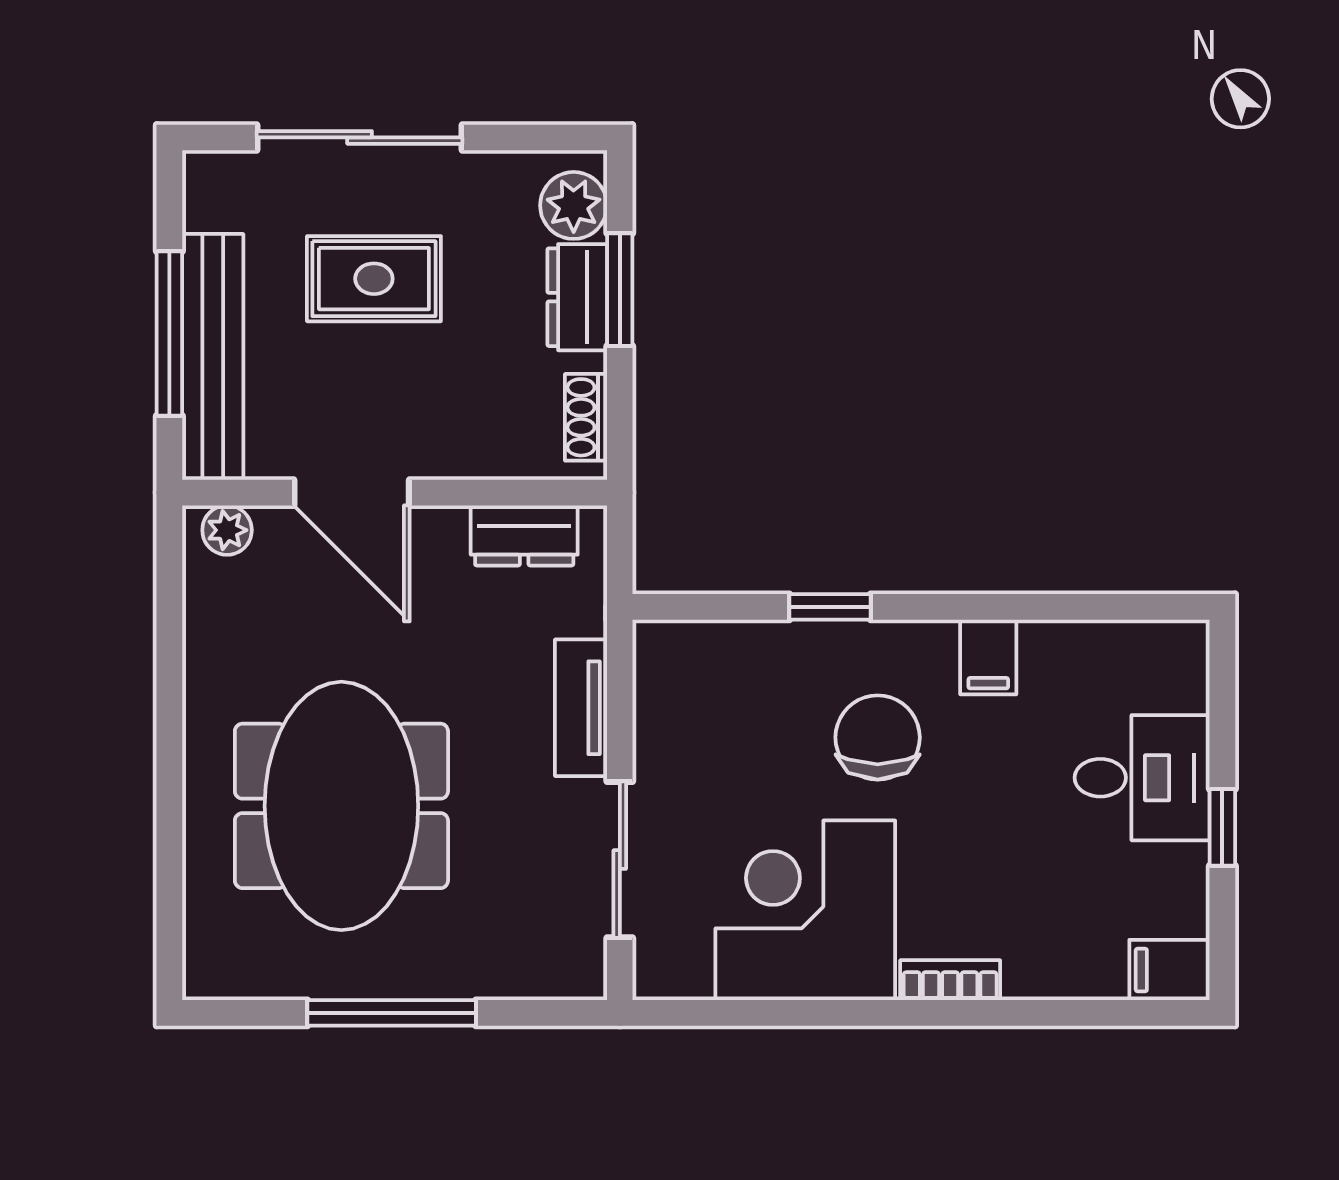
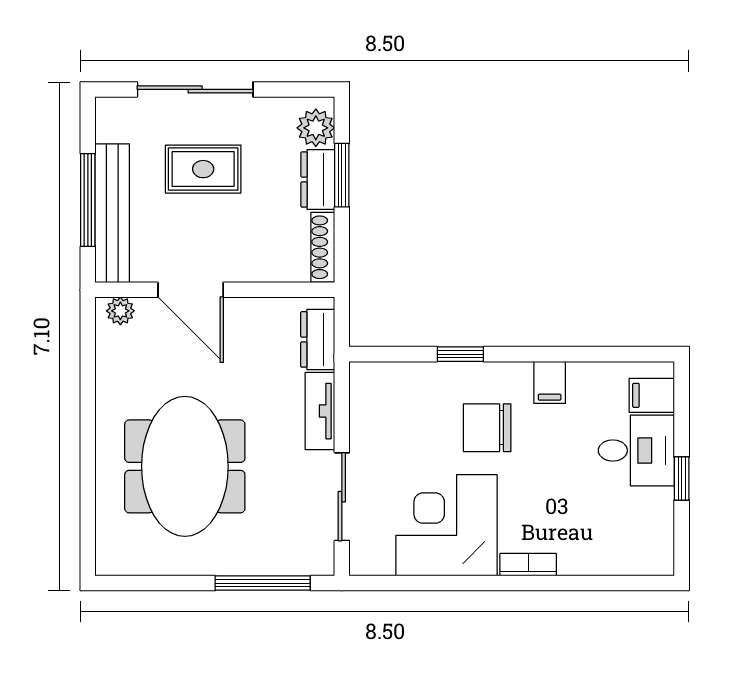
shoe rack: (586, 417) -> (323, 247), width x1.43
dresser: (524, 535) -> (318, 339), moved, turned 90
chair: (878, 737) -> (487, 428), turned -90
filing cabinet: (1169, 970) -> (652, 395), moved
window: (392, 1013) -> (263, 583), moved

